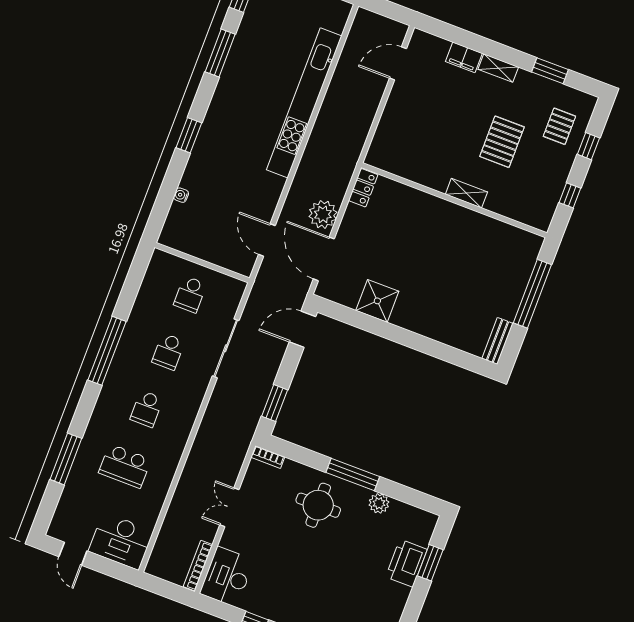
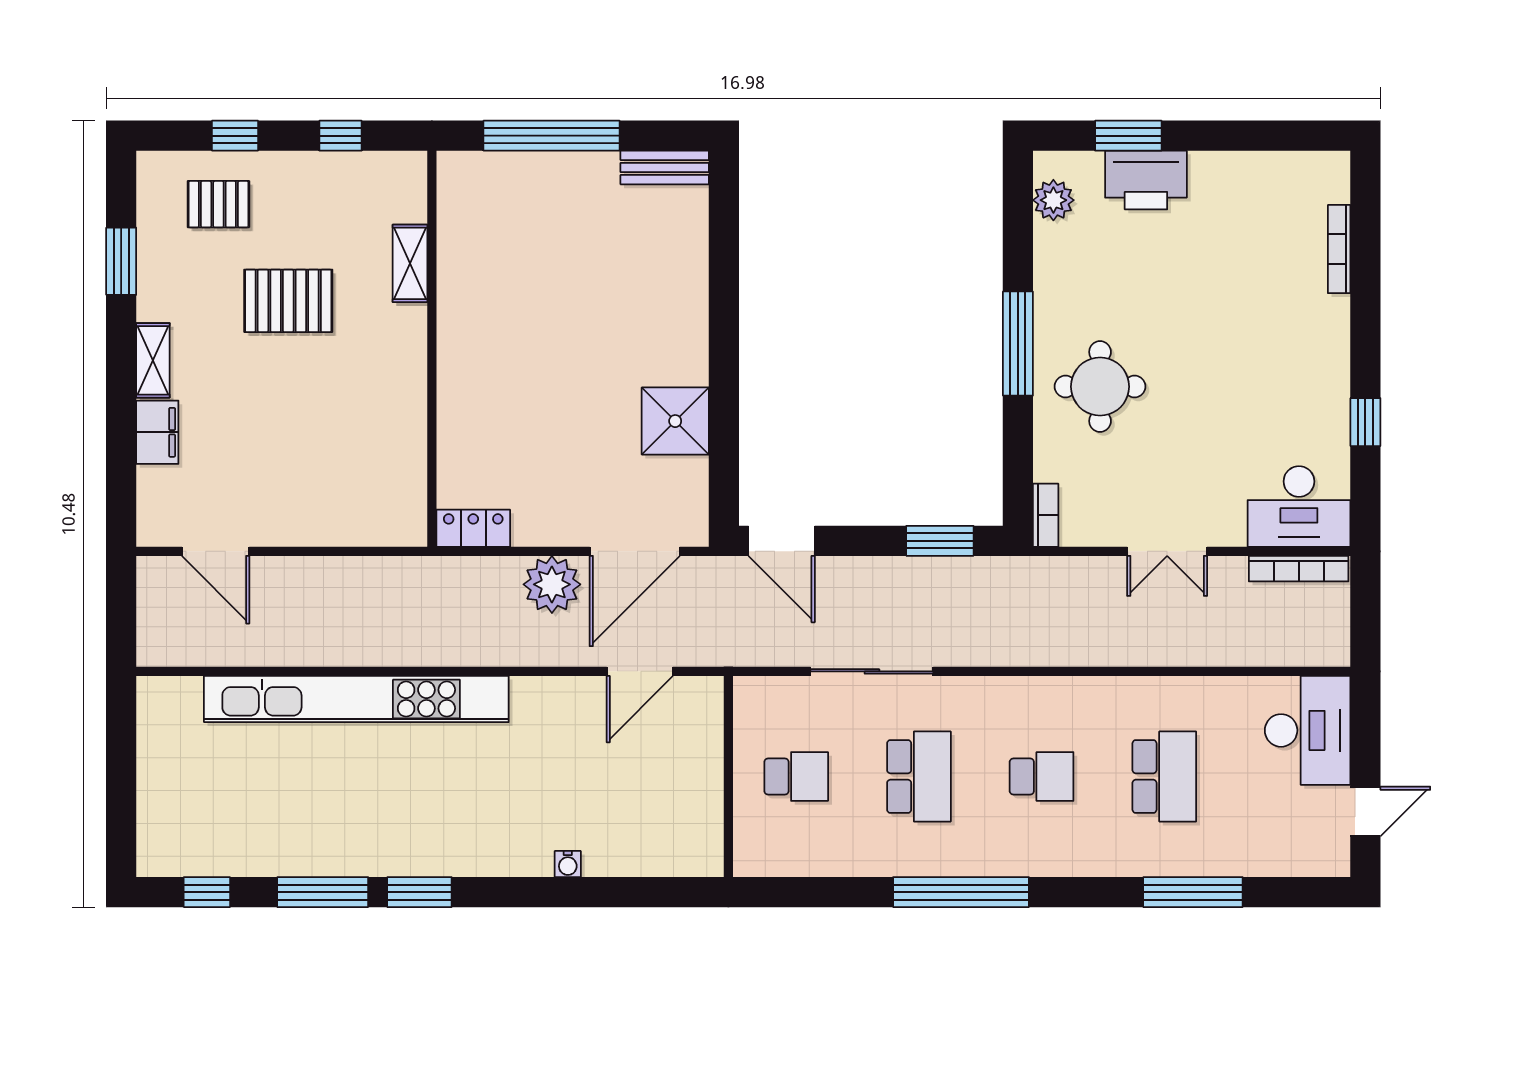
window: (189, 135) -> (419, 892), moved
shelving: (466, 193) -> (410, 263), moved
water cooler: (181, 195) -> (568, 864), moved
school desk: (168, 352) -> (919, 776), width x1.85
plant: (379, 503) -> (1053, 200), moved

